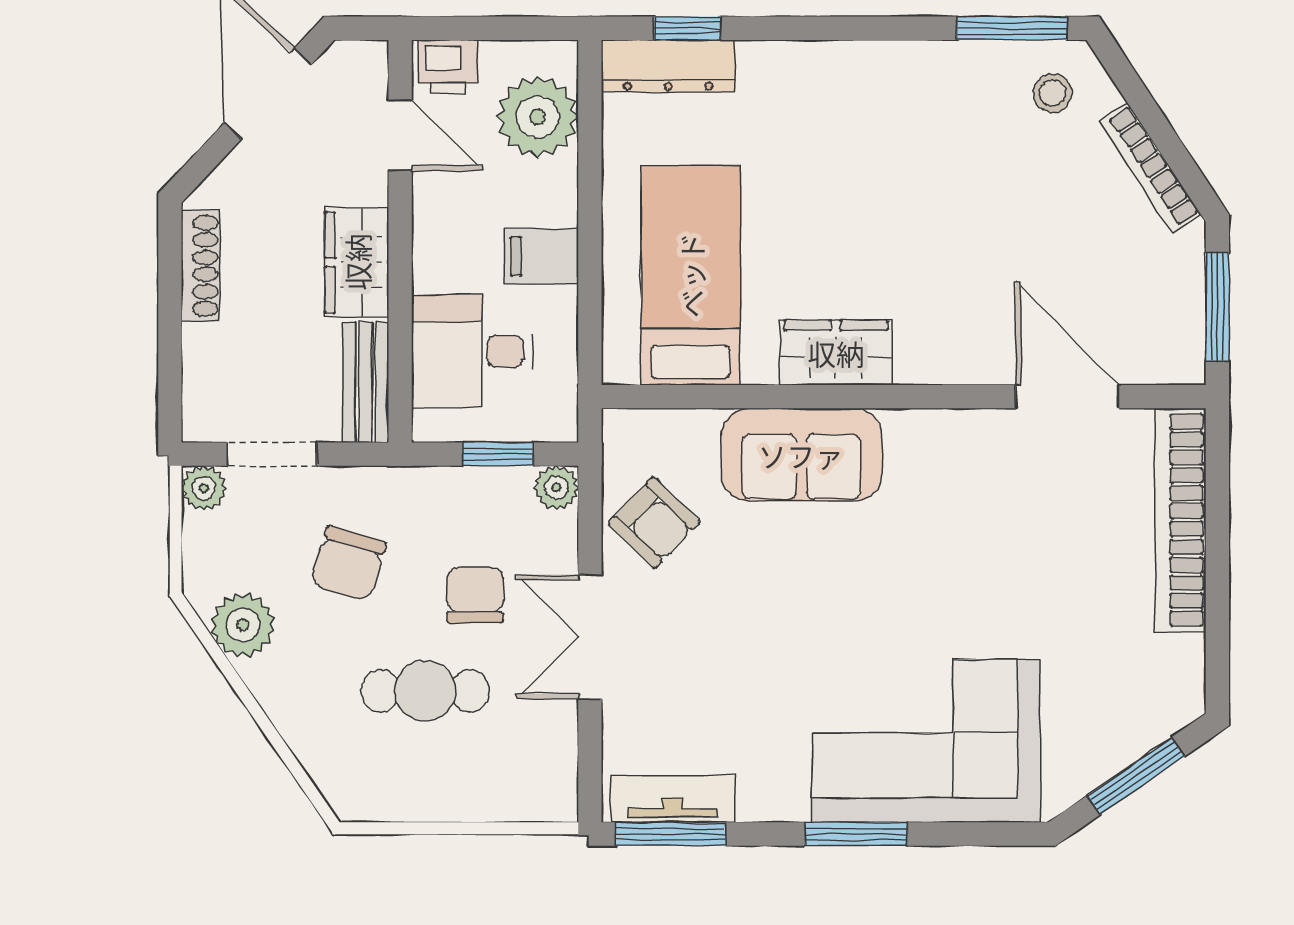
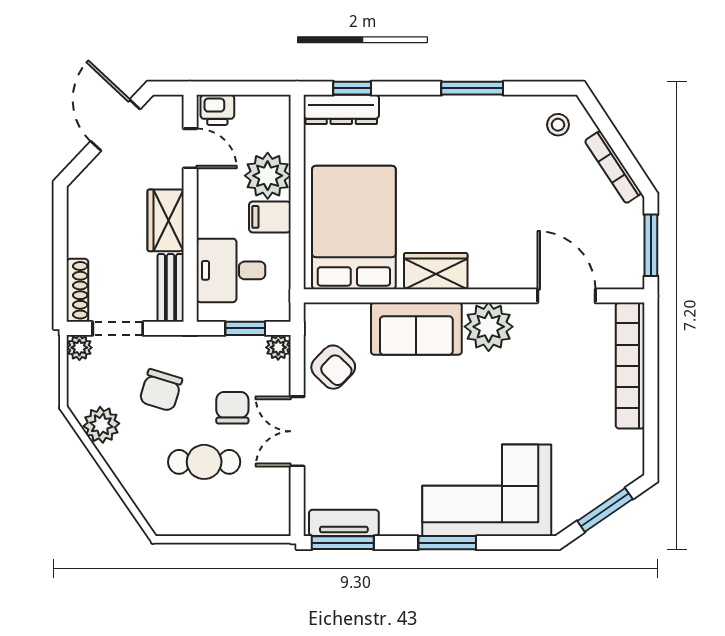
window: (1012, 28) -> (472, 88), moved
plant: (538, 117) -> (268, 176), moved
shoe rack: (200, 266) -> (77, 290), moved
bed: (691, 275) -> (354, 228), width x1.50
plant: (929, 451) -> (489, 327), added

